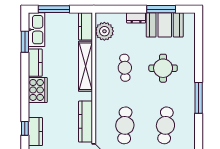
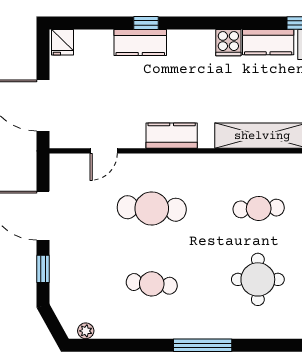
cooker: (38, 90) -> (228, 43), width x0.53, depth x0.76
kitchen counter: (86, 122) -> (172, 136), width x0.67
cafe table: (165, 125) -> (152, 284), width x0.73, depth x0.74

